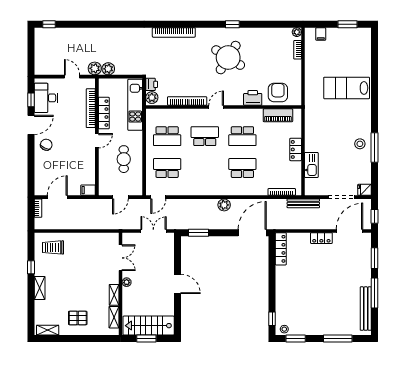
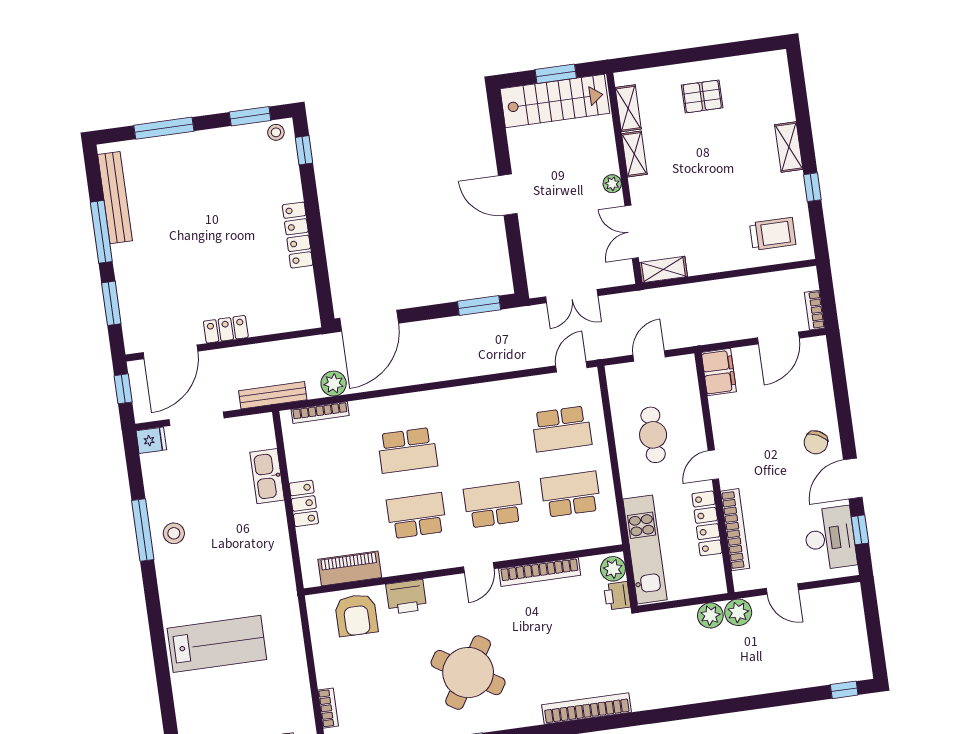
school desk: (205, 136) -> (494, 505), turned 180
filing cabinet: (88, 190) -> (719, 372), width x2.00
plant: (224, 205) -> (334, 384), moved
locker: (281, 249) -> (298, 235), moved
shelving: (48, 330) -> (663, 270), moved

